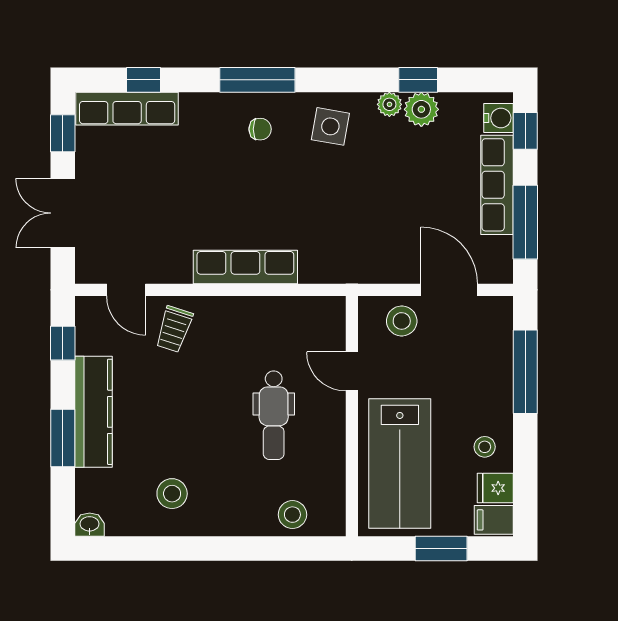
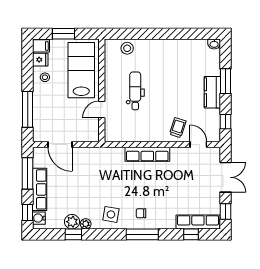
stool: (402, 321) -> (80, 131), removed
door: (352, 371) -> (102, 110), swing flipped
kitchen counter: (94, 412) -> (212, 92), width x0.67
stool: (172, 494) -> (179, 57), removed

